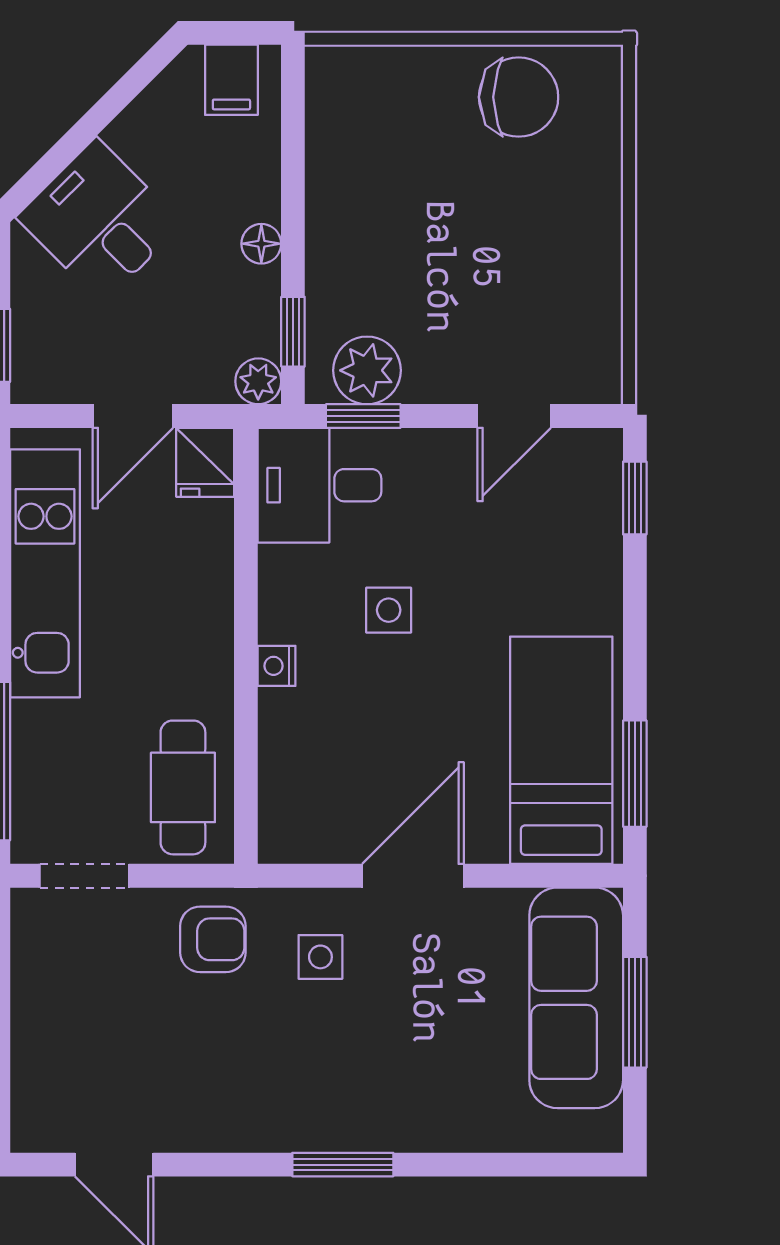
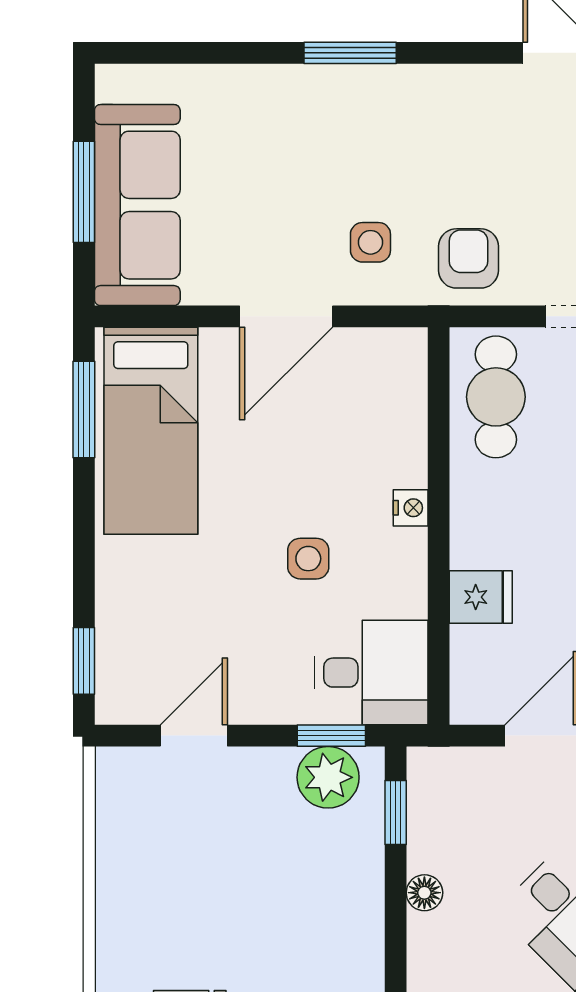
plant: (258, 381) -> (427, 767), removed
fridge: (205, 462) -> (481, 597), moved, turned 90
armchair: (213, 939) -> (469, 258), turned 90

